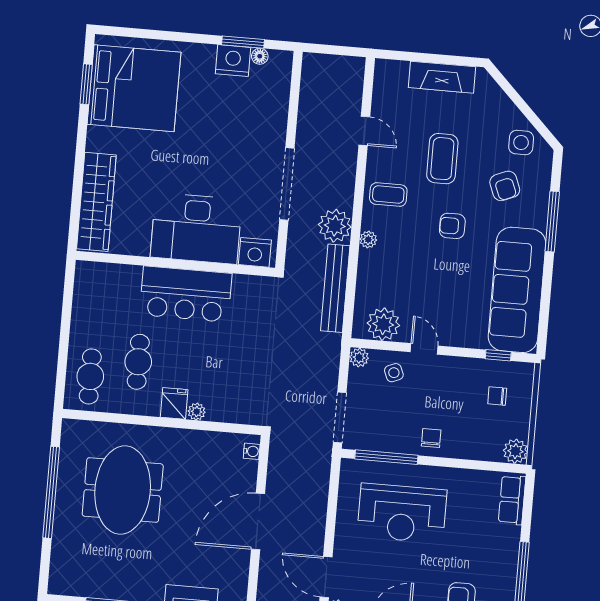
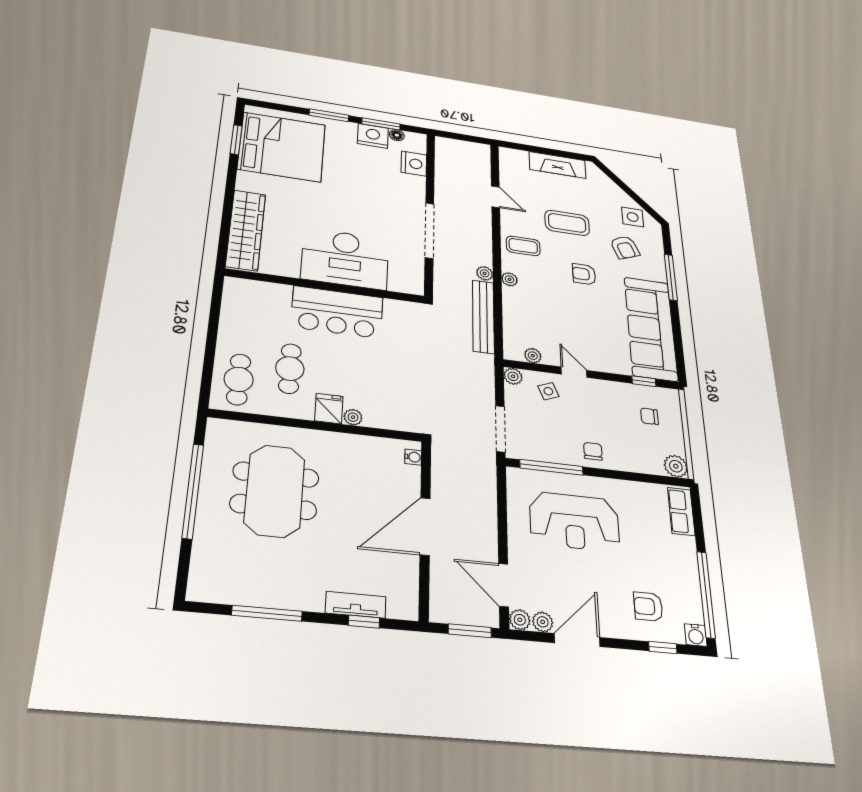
window: (186, 37) -> (329, 115), added
coffee table: (442, 159) -> (567, 223), turned 90
plant: (335, 226) -> (485, 273), width x0.53, depth x0.53
nightstand: (255, 252) -> (414, 164), moved, turned -90
plant: (383, 324) -> (533, 356), width x0.53, depth x0.53

